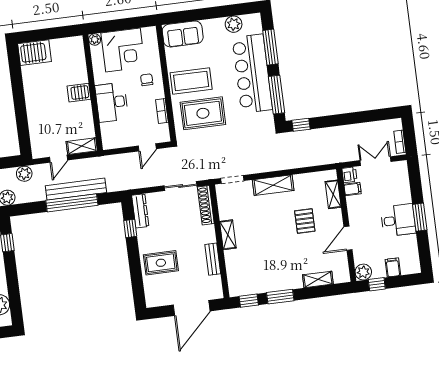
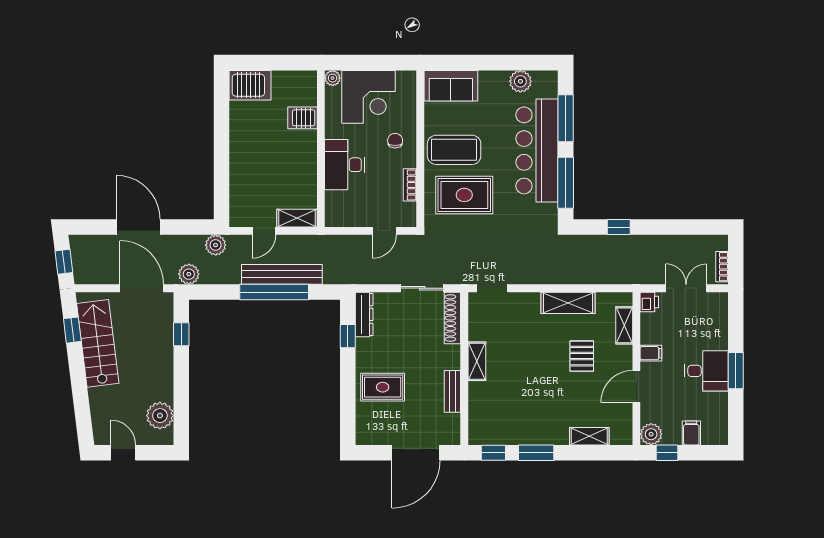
server rack: (79, 93) -> (302, 118), moved
window: (301, 125) -> (619, 227), moved
shelving: (273, 185) -> (568, 303), moved
filing cabinet: (353, 189) -> (651, 353), moved

